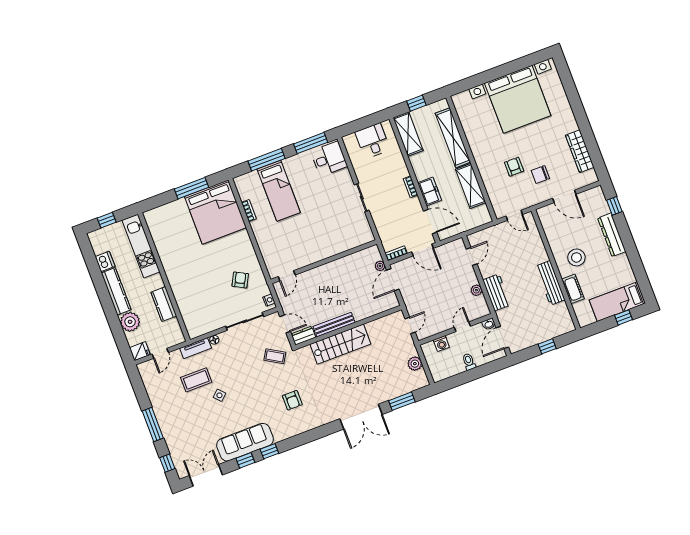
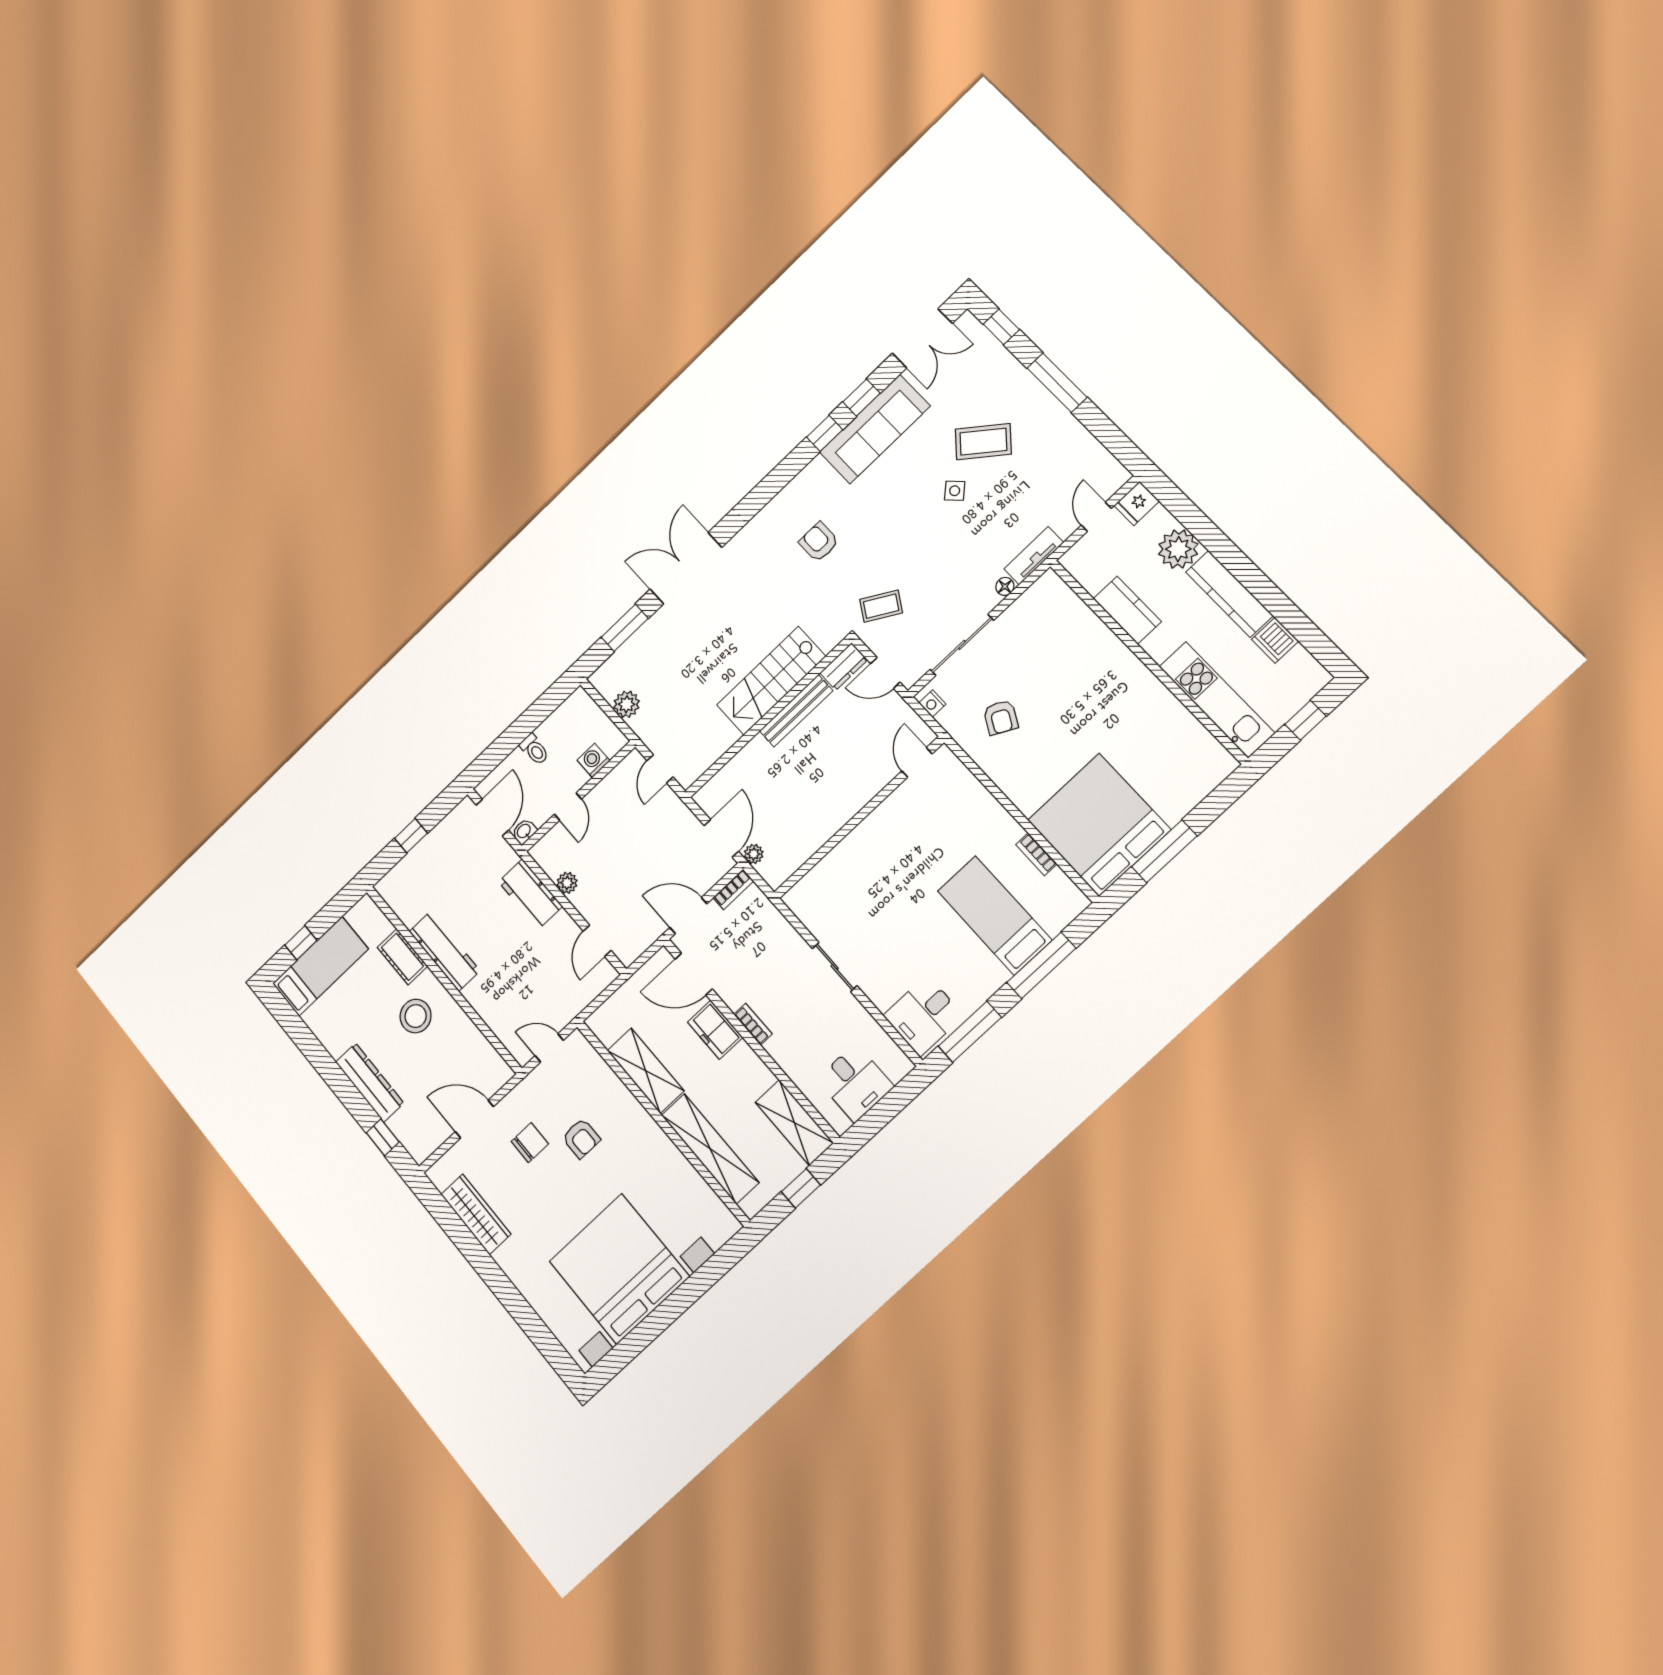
coffee table: (196, 380) -> (983, 442), moved, turned 40

